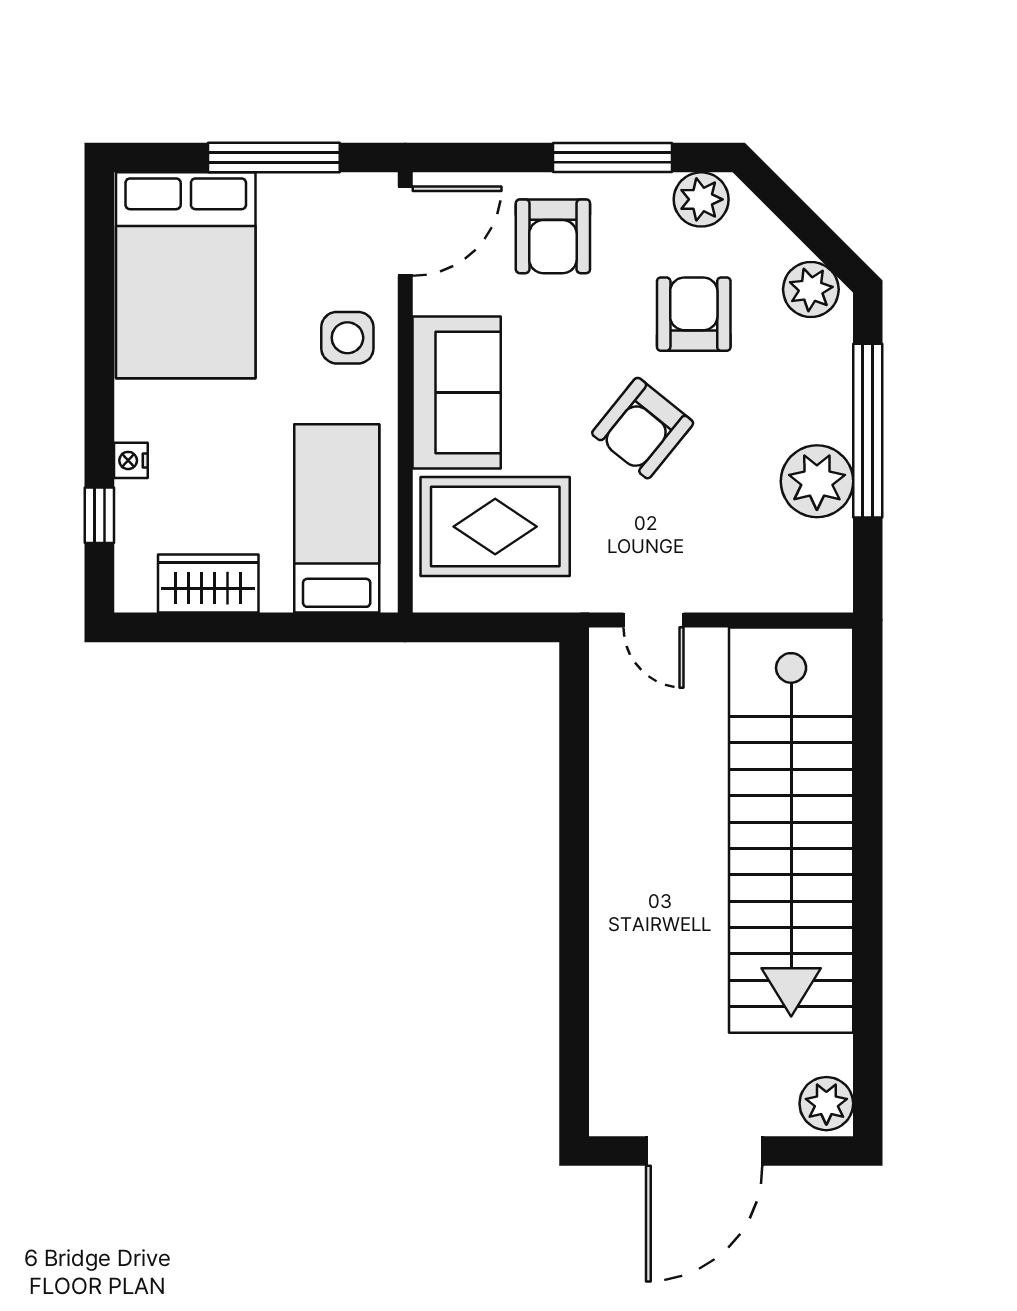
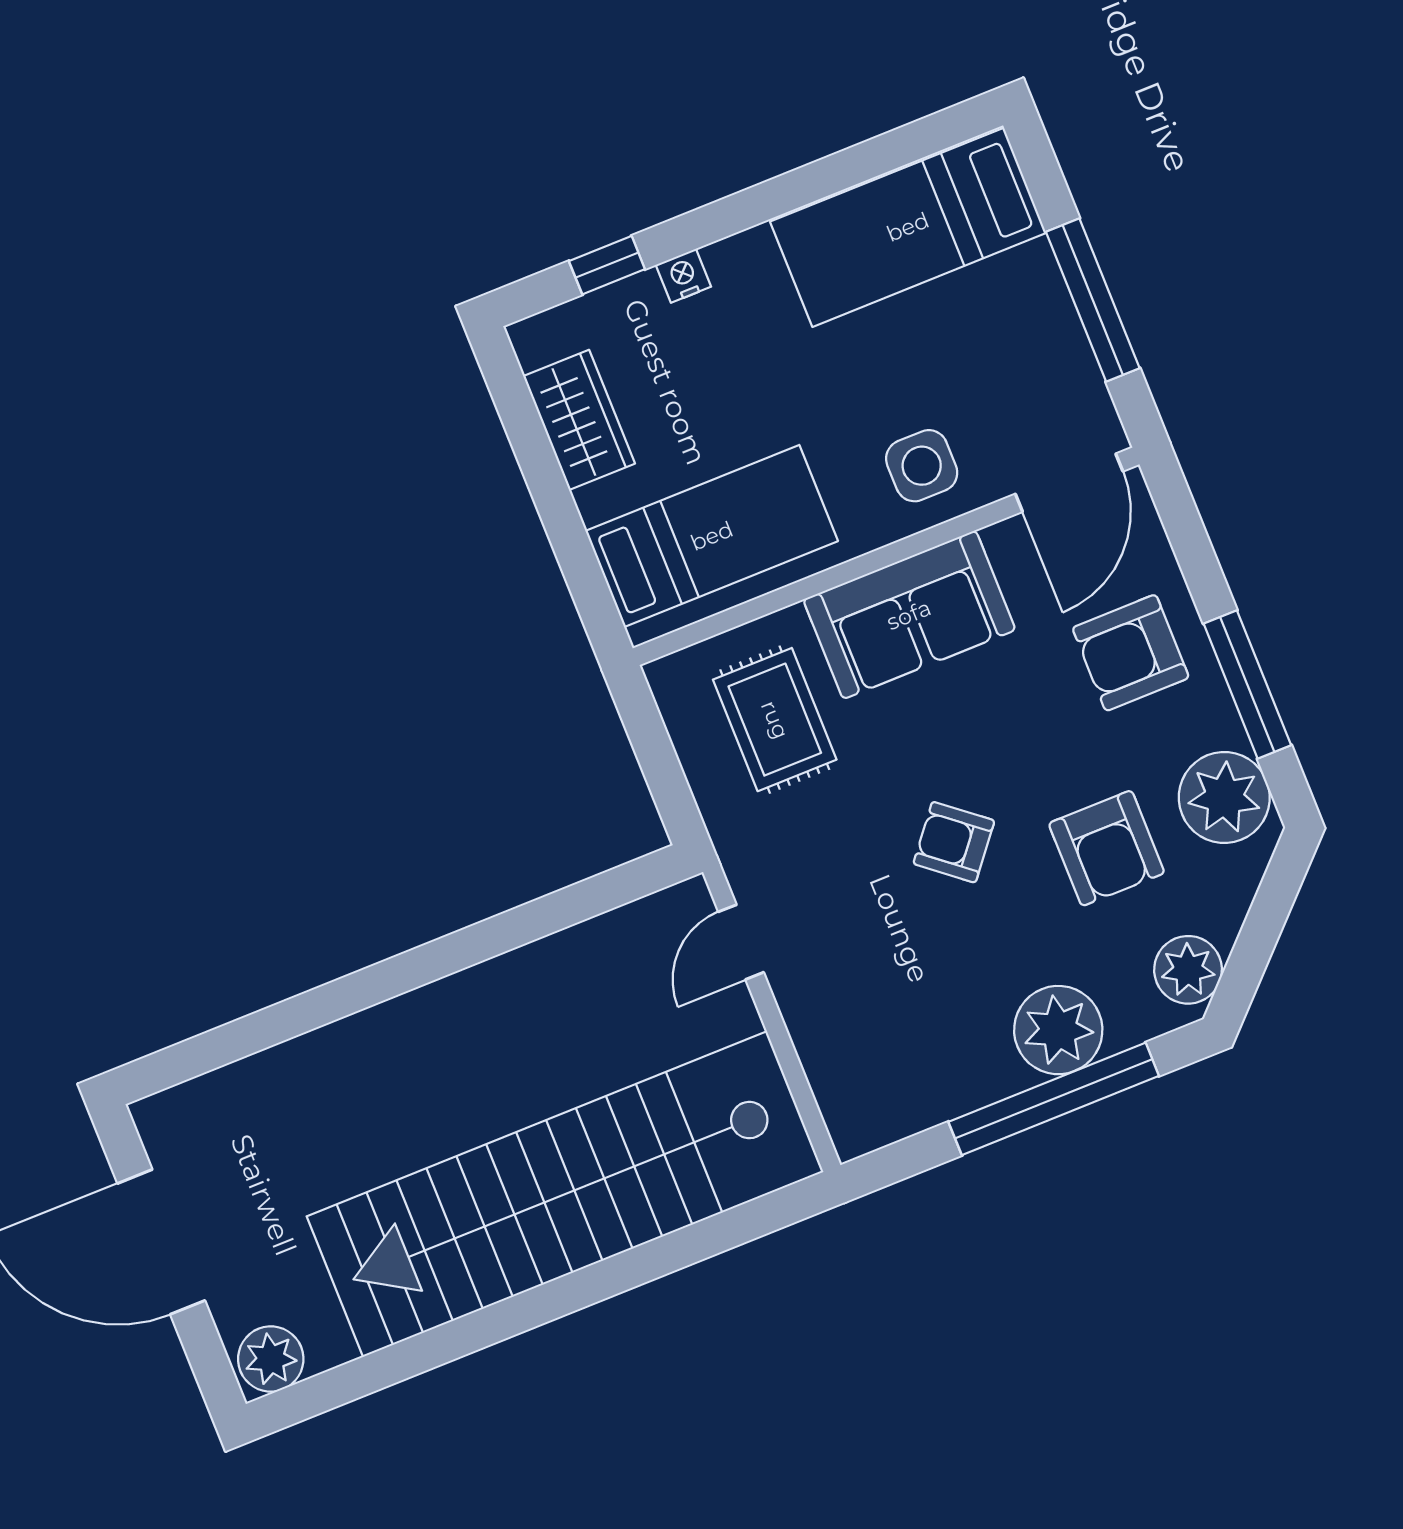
plant: (701, 199) -> (1224, 797), width x1.36, depth x1.36
door: (405, 231) -> (1069, 483), hinge flipped
bed: (186, 275) -> (908, 227), width x0.67
armchair: (694, 314) -> (1107, 848), turned 90
armchair: (643, 428) -> (954, 842), width x0.72, depth x0.72
plant: (817, 481) -> (1058, 1030), moved
rug: (495, 527) -> (775, 720), width x0.73, depth x0.70

